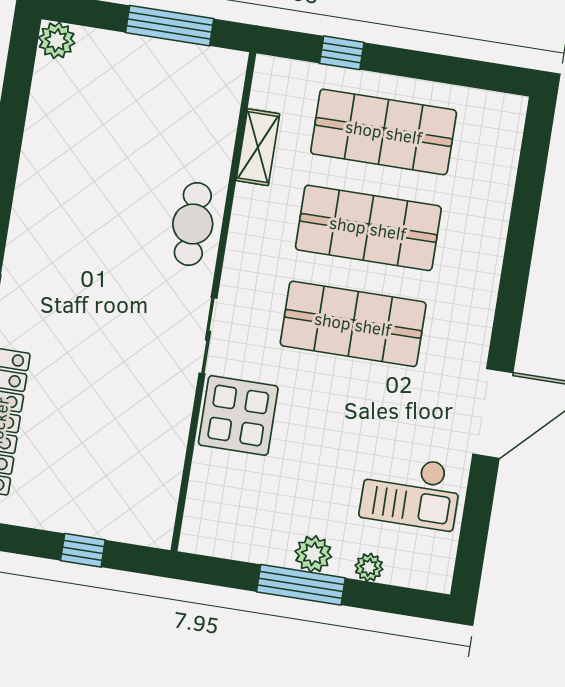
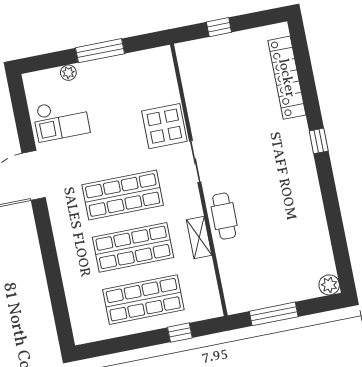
shelving: (258, 147) -> (199, 238), moved
checkout: (411, 491) -> (61, 120), turned 180
plant: (313, 554) -> (100, 69), removed

